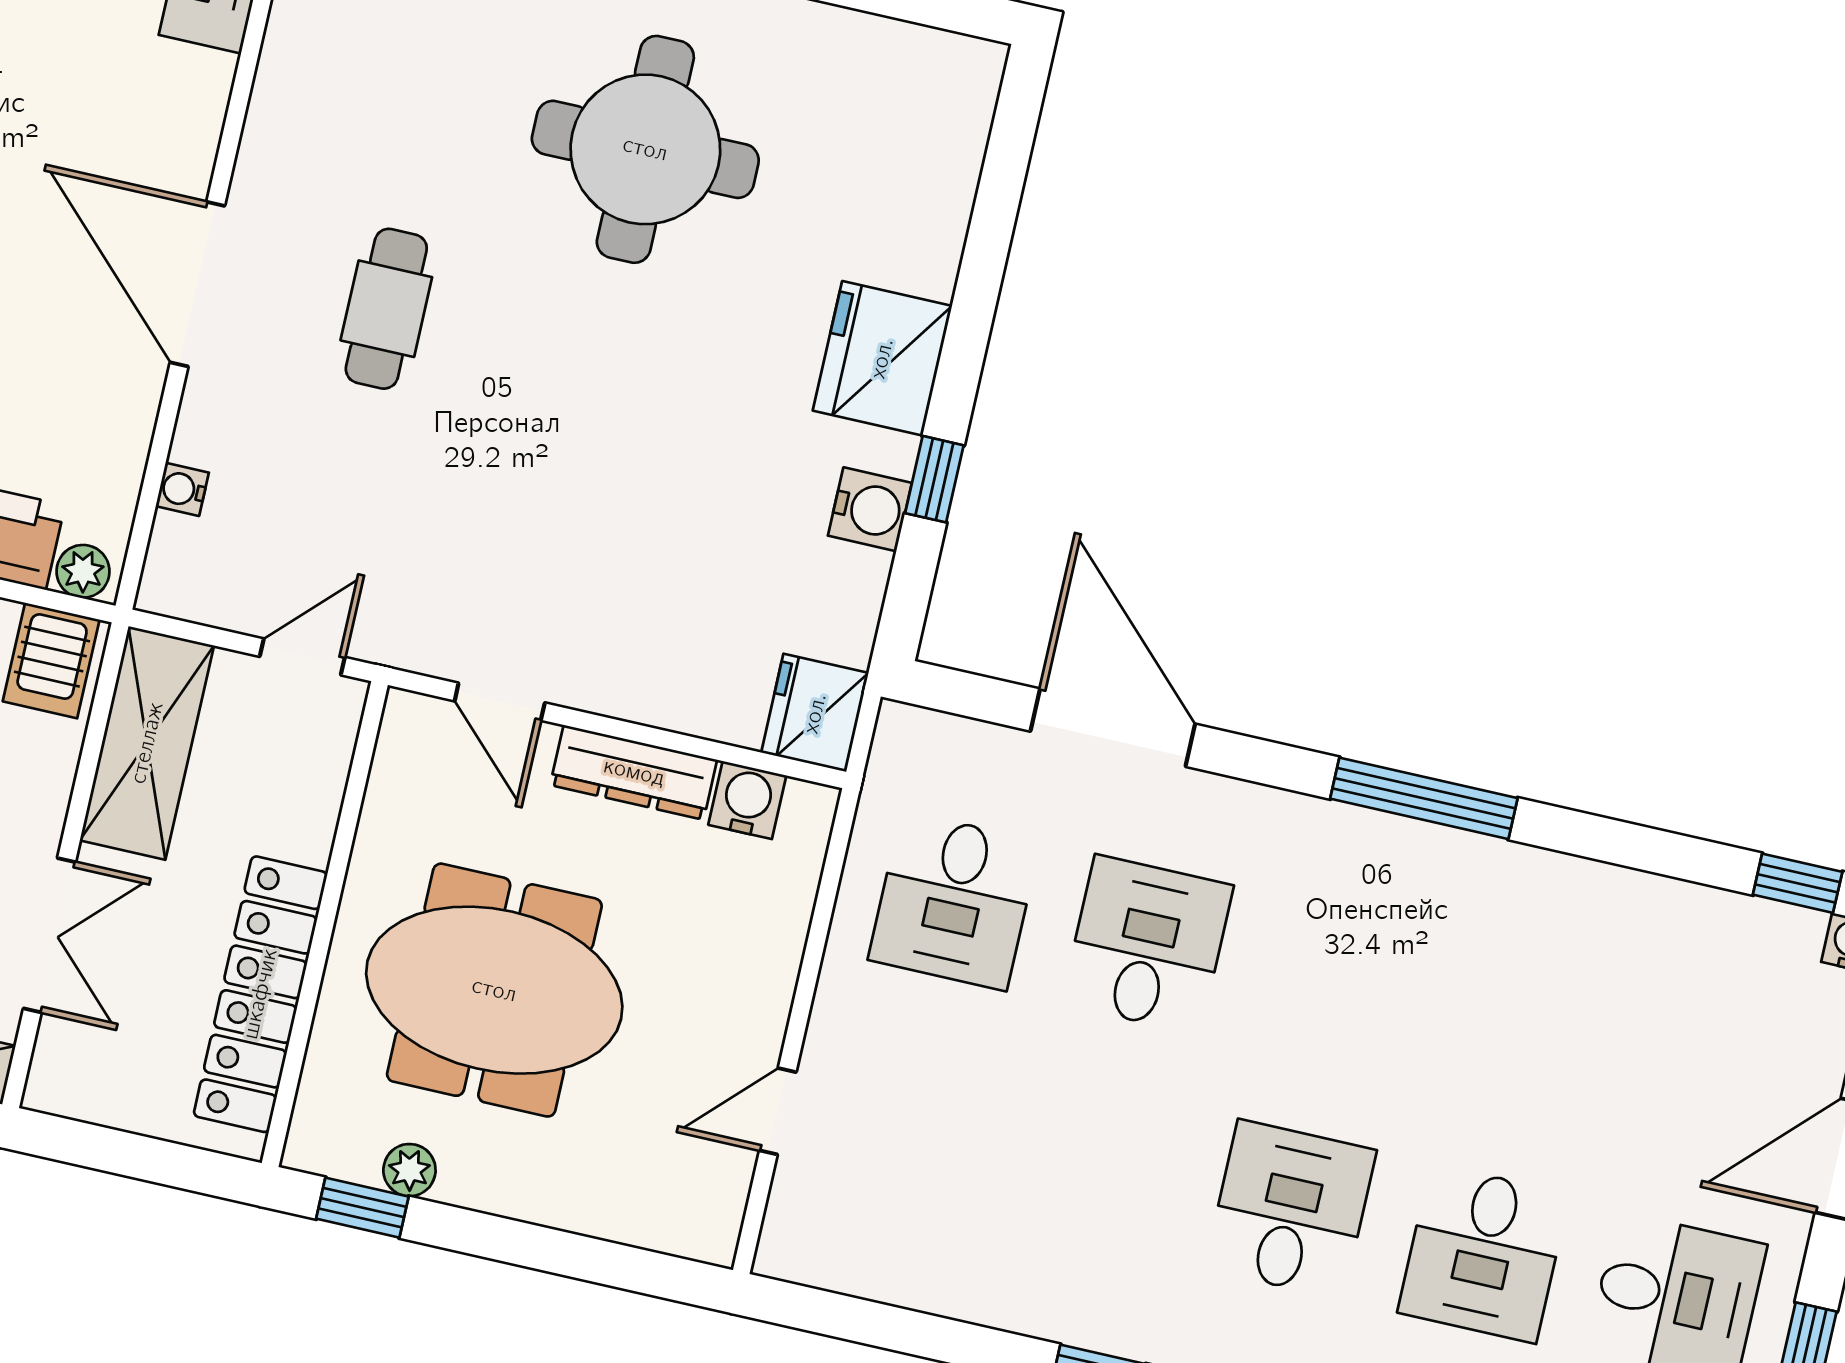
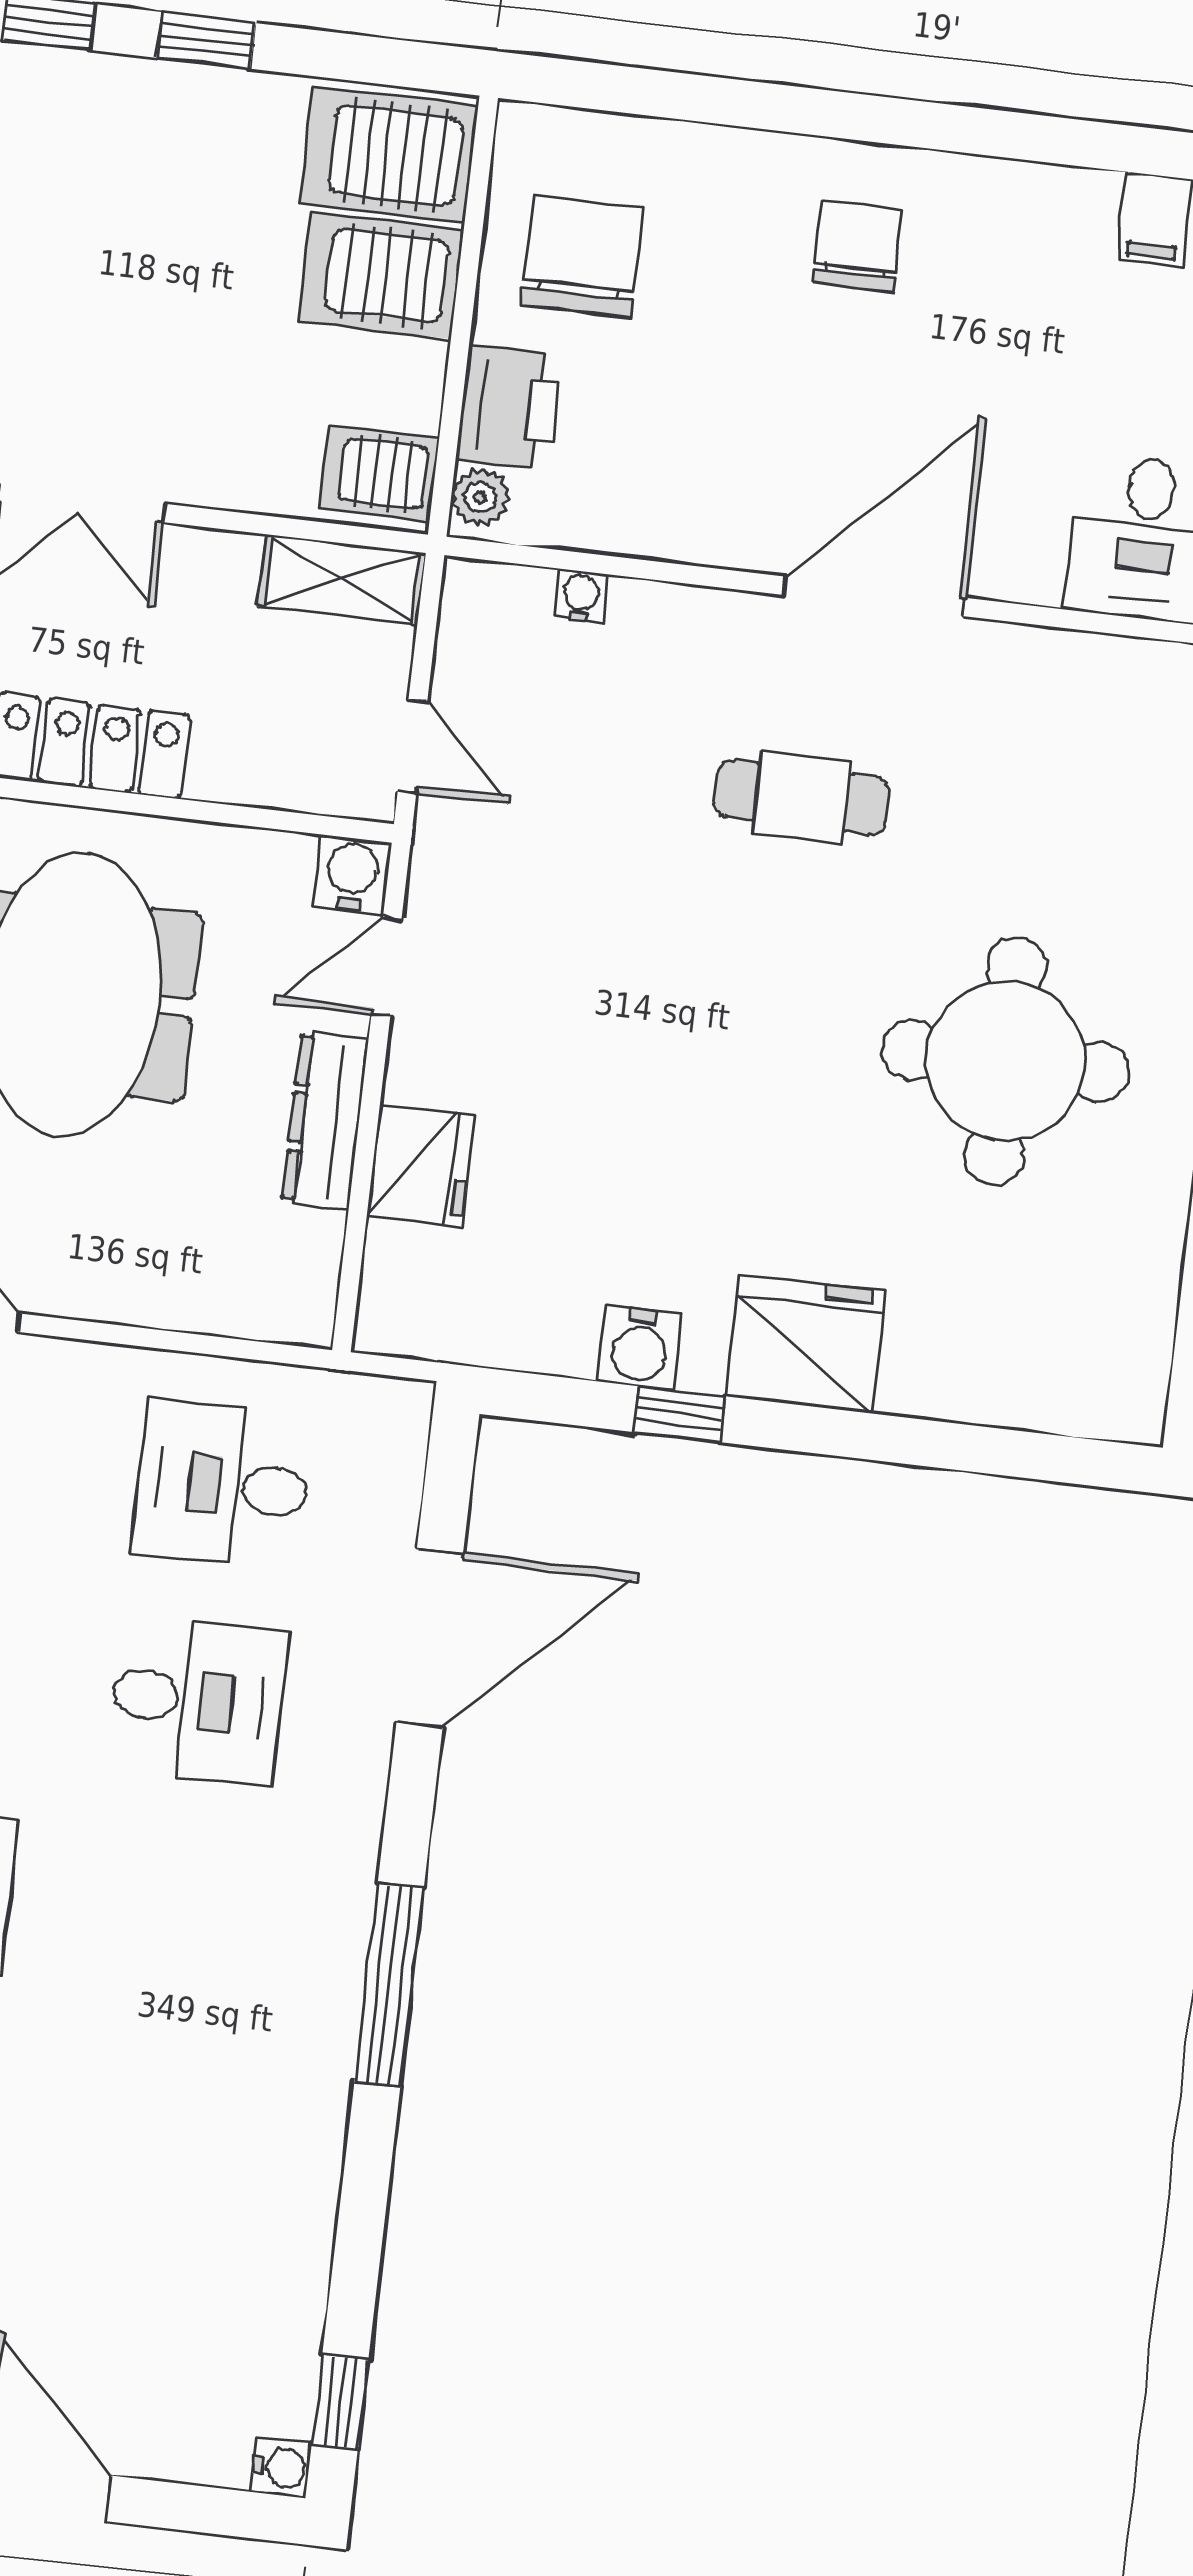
door: (197, 284) -> (874, 596), moved
fridge: (815, 713) -> (421, 1165), moved, turned 90
shelving: (147, 743) -> (342, 580), width x0.67, depth x0.75
water cooler: (747, 800) -> (352, 874), moved, turned -90

